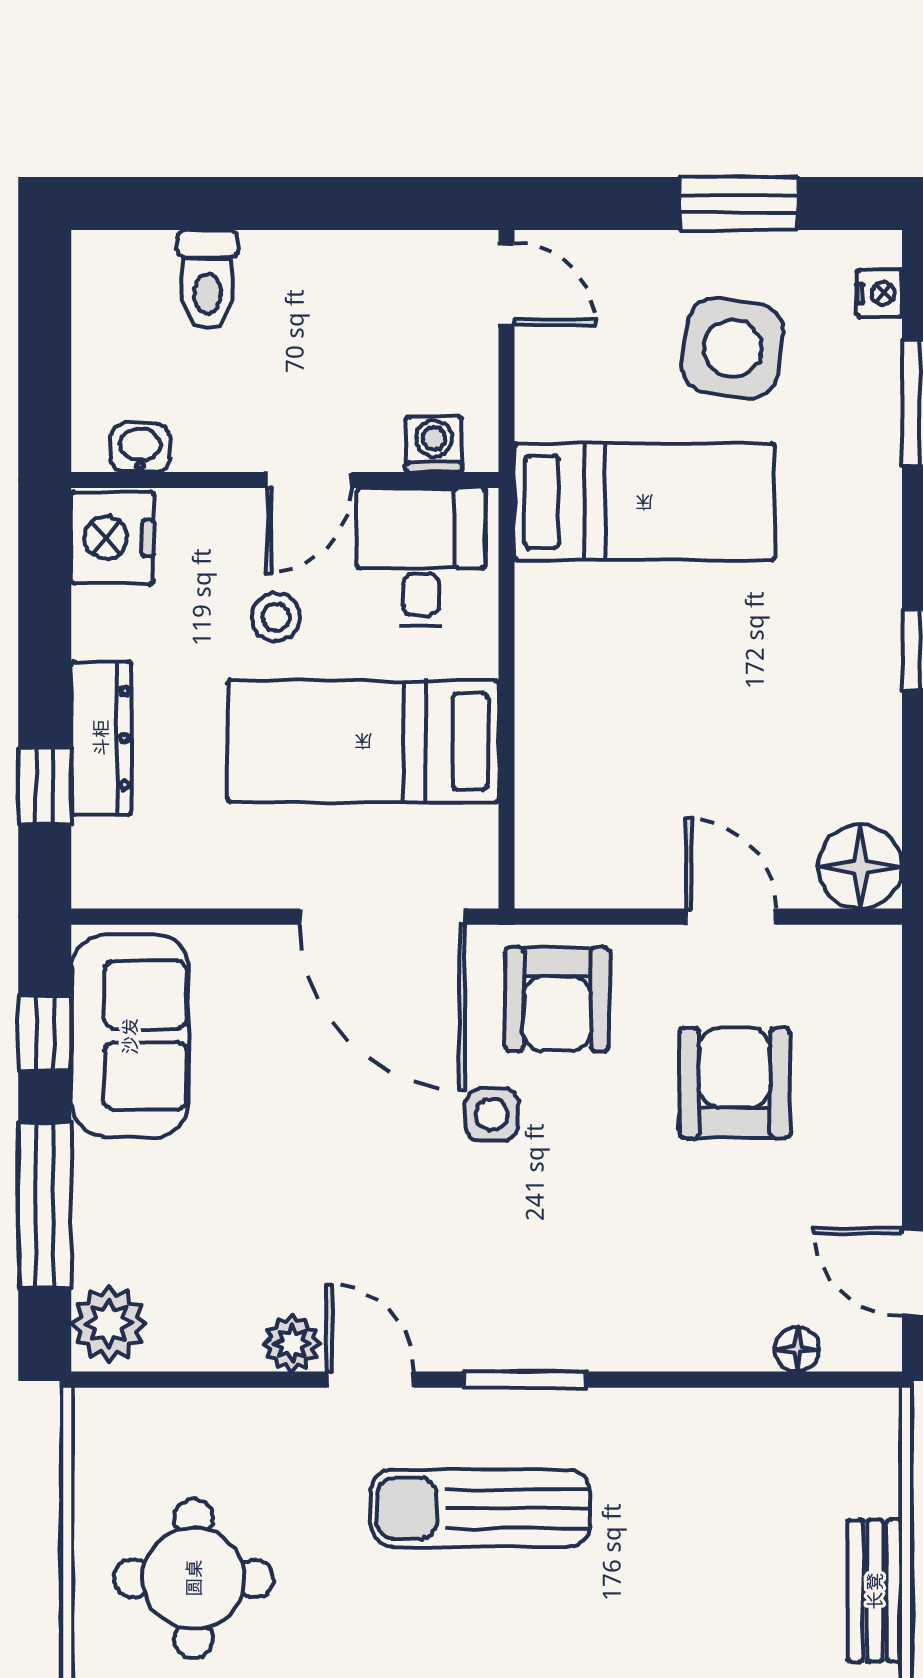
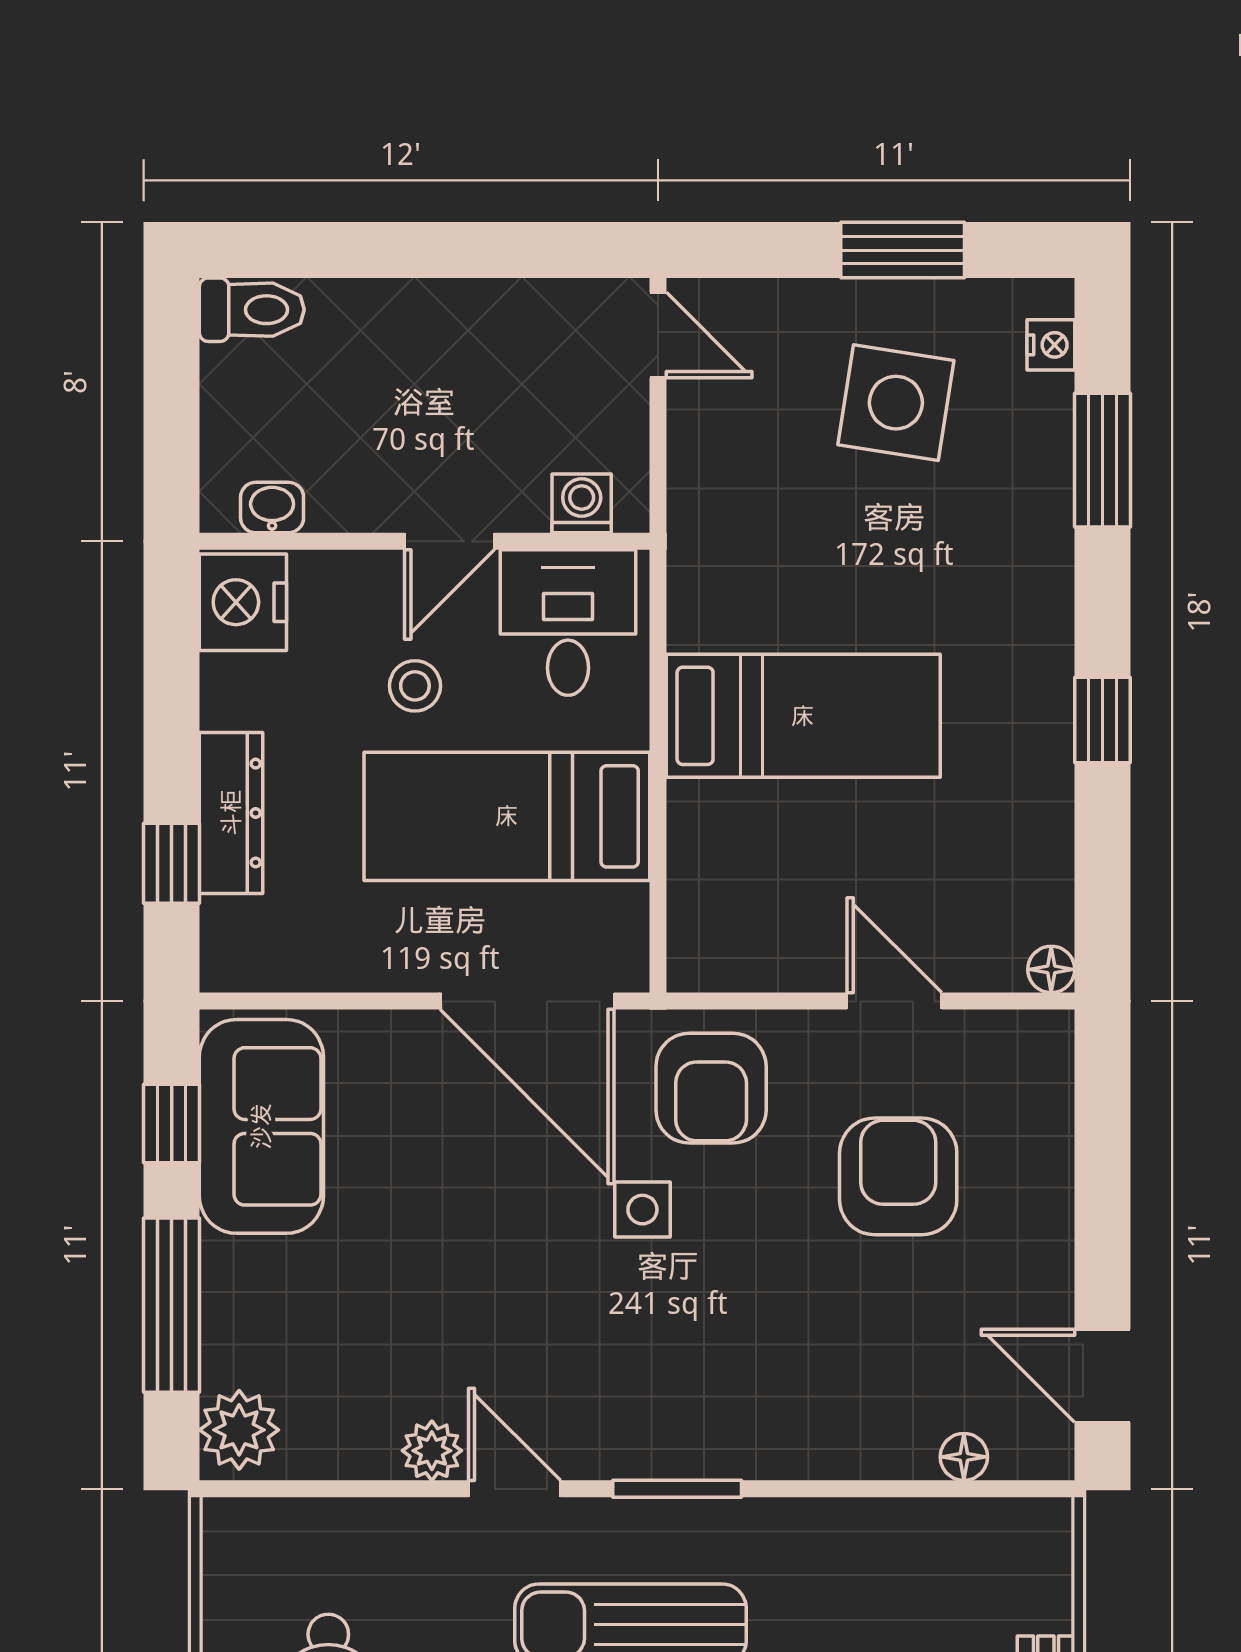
toilet: (207, 280) -> (252, 310), moved, turned -90
bed: (644, 502) -> (803, 716), moved
floor lamp: (860, 867) -> (1051, 969), width x0.53, depth x0.53

